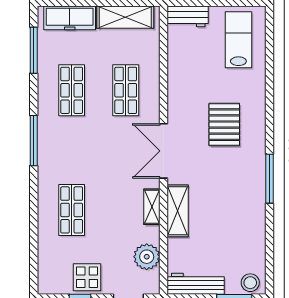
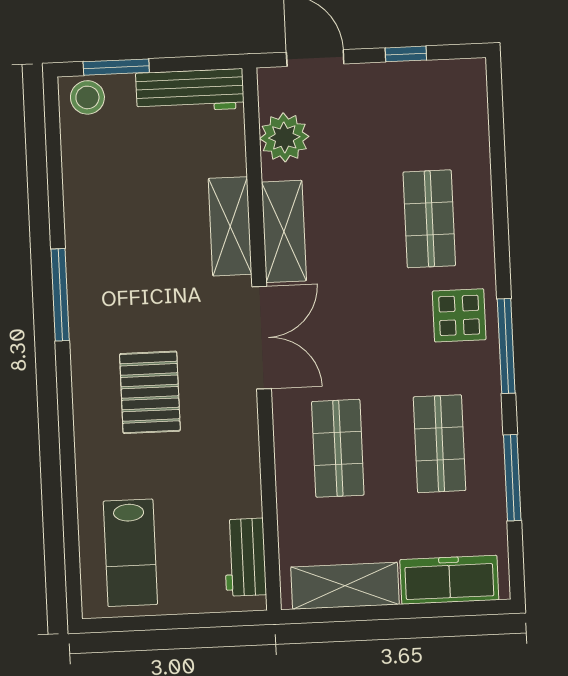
workbench: (188, 16) -> (245, 557), moved, turned -90
window: (34, 50) -> (512, 478), moved
shelving: (152, 207) -> (284, 231), width x1.50, depth x1.33
display table: (87, 277) -> (459, 315), moved

